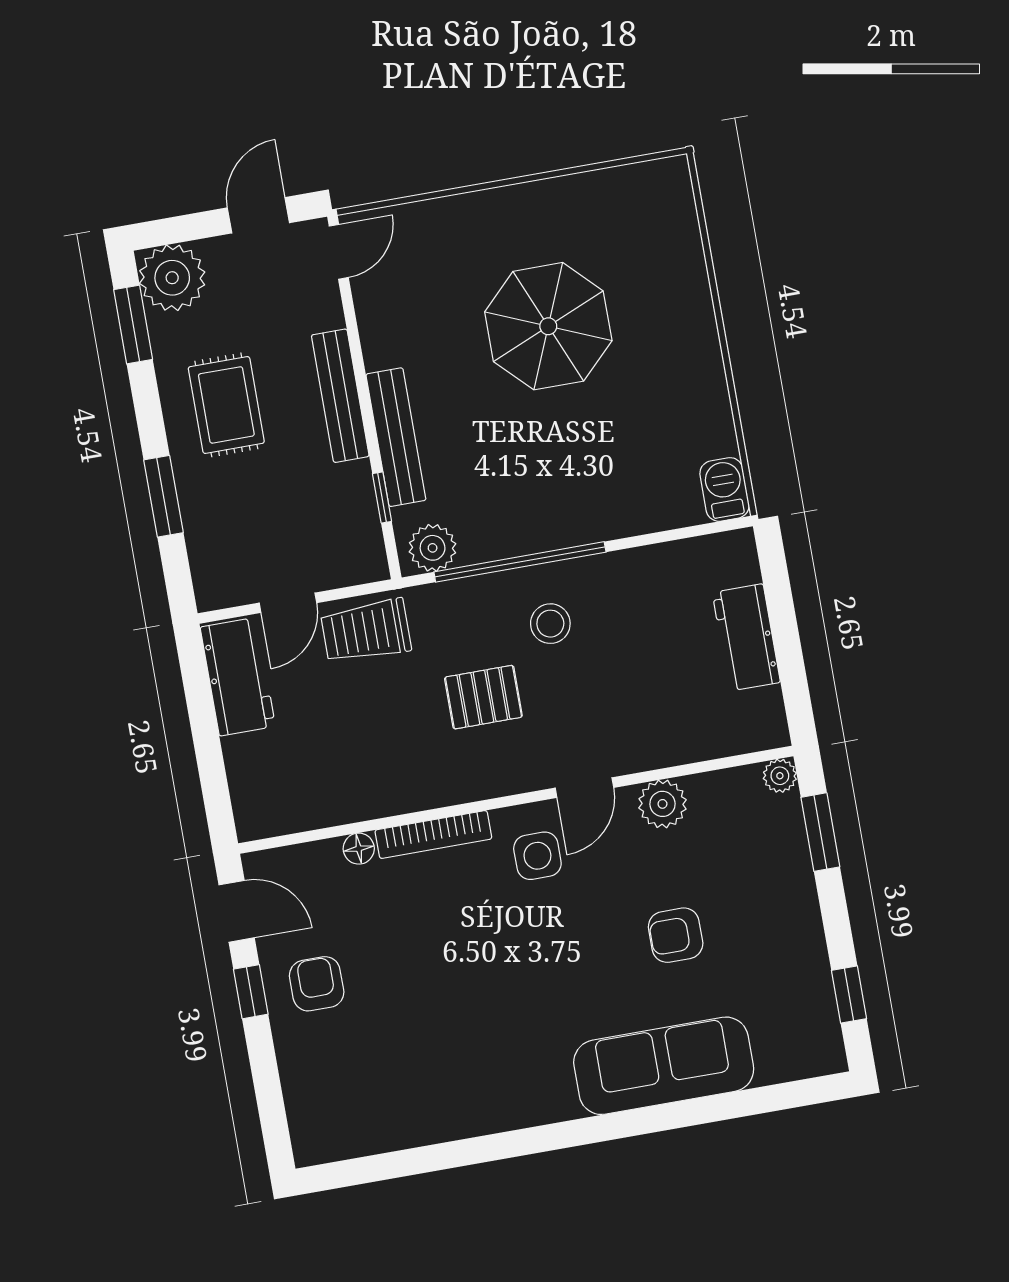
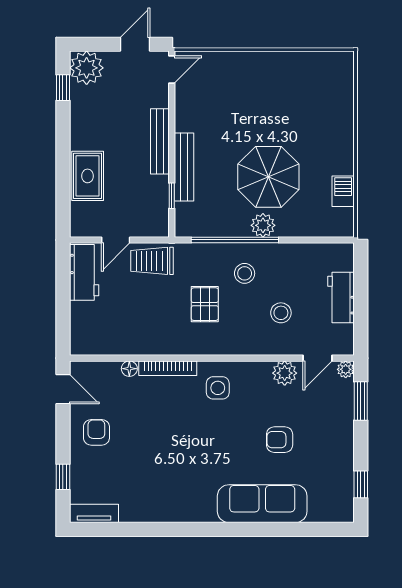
window: (133, 324) -> (63, 88), width x0.67
parasol: (548, 326) -> (268, 177), moved
rug: (226, 405) -> (88, 176), moved
barbecue: (724, 489) -> (343, 191), moved
window: (163, 496) -> (63, 176), removed
plant: (433, 548) -> (263, 225), moved
stool: (635, 688) -> (281, 313), added
pallet: (483, 697) -> (205, 304), turned 90
door: (584, 788) -> (318, 358), moved
window: (251, 992) -> (63, 477), moved
tv unit: (340, 1142) -> (94, 513), added

